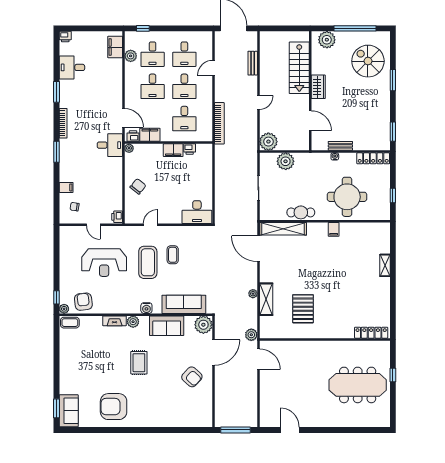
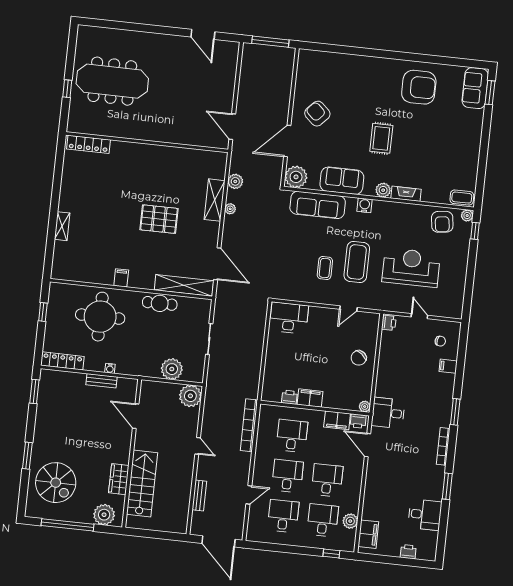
printer: (65, 37) -> (408, 552), moved
wardrobe: (318, 87) -> (119, 479), moved
door: (258, 103) -> (198, 446), swing flipped
pallet: (303, 309) -> (159, 219), moved, turned 90
plant: (251, 335) -> (235, 181), moved

